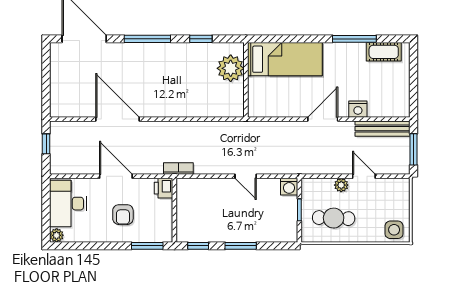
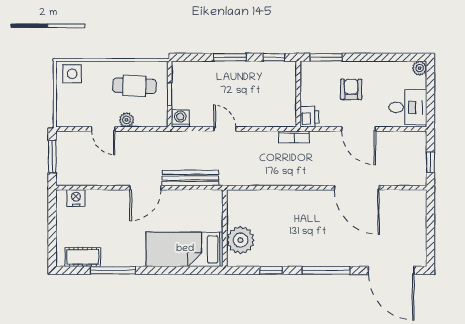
nightstand: (358, 109) -> (76, 198), moved
bench: (383, 129) -> (190, 178), moved
desk: (68, 204) -> (408, 107), width x0.73

